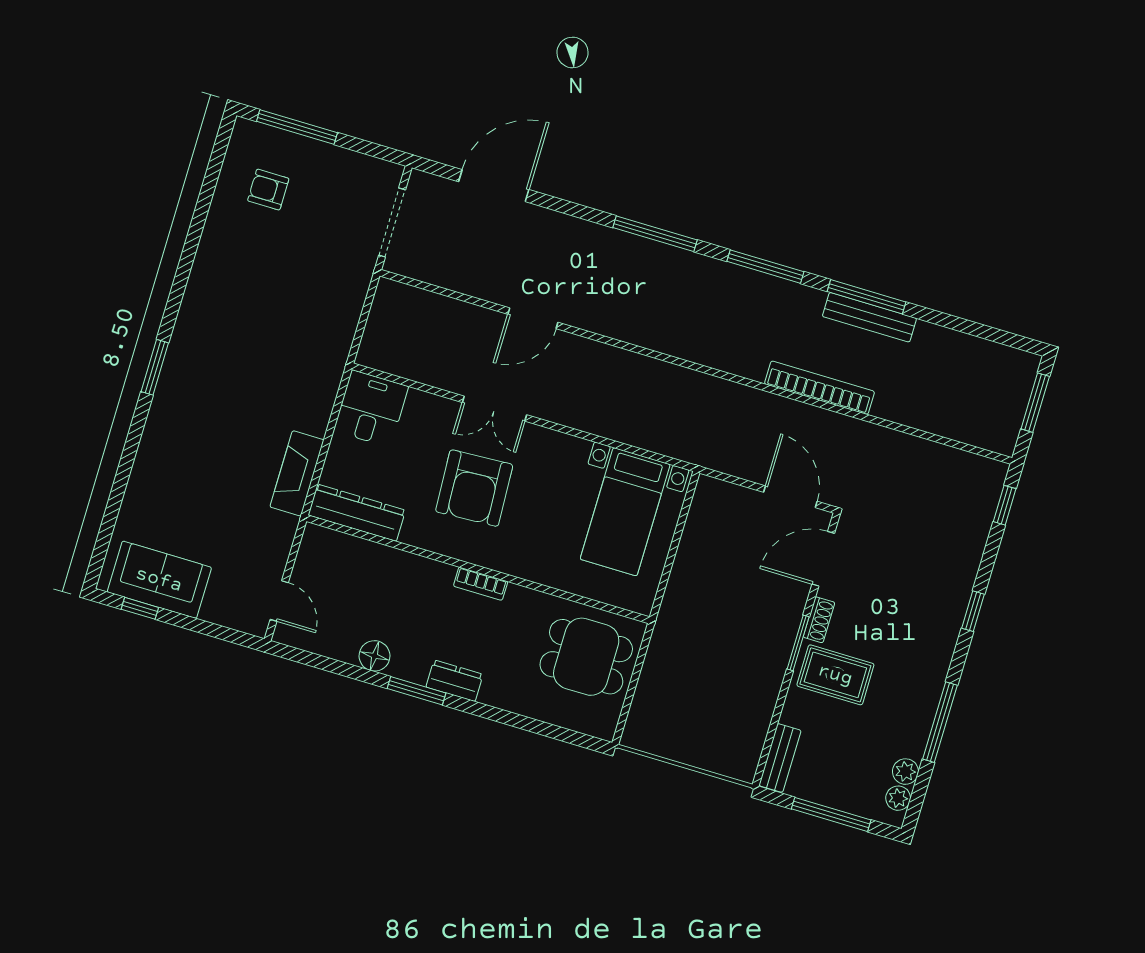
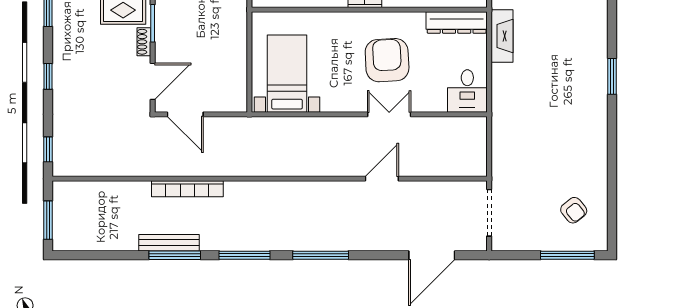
armchair: (268, 190) -> (574, 210), turned 51

